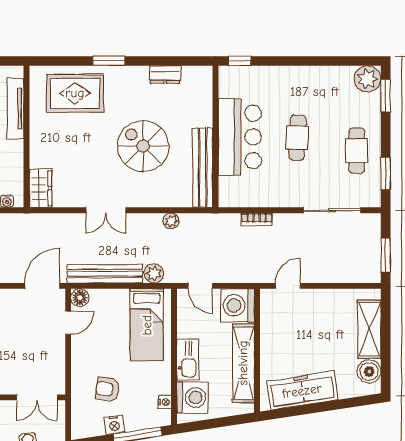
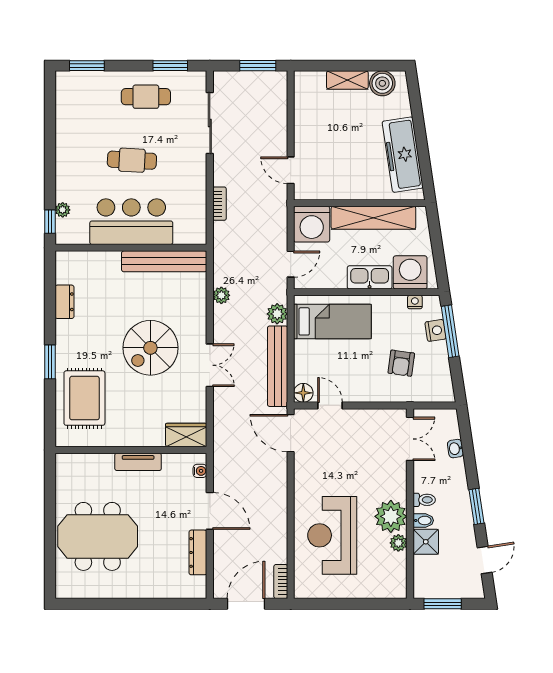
plant: (367, 79) -> (63, 210), moved, width x0.53, depth x0.53
tv unit: (15, 108) -> (138, 462), moved, width x0.71
spiral stairs: (143, 146) -> (150, 348), moved
shelving: (369, 329) -> (347, 80), width x0.67, depth x0.75
nightstand: (114, 425) -> (436, 330), moved

